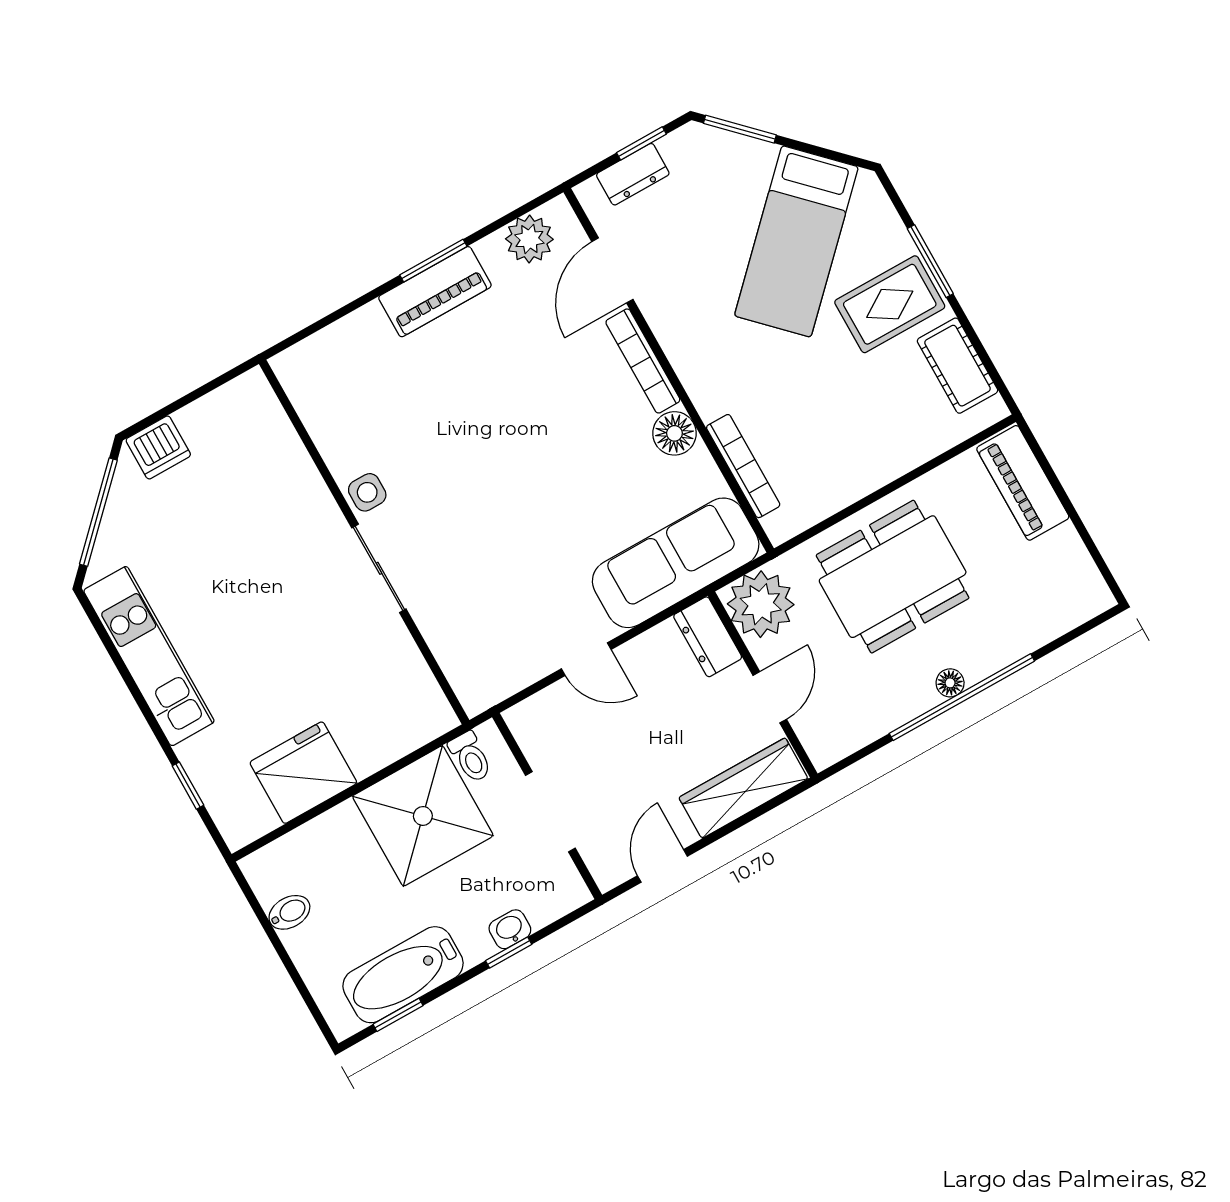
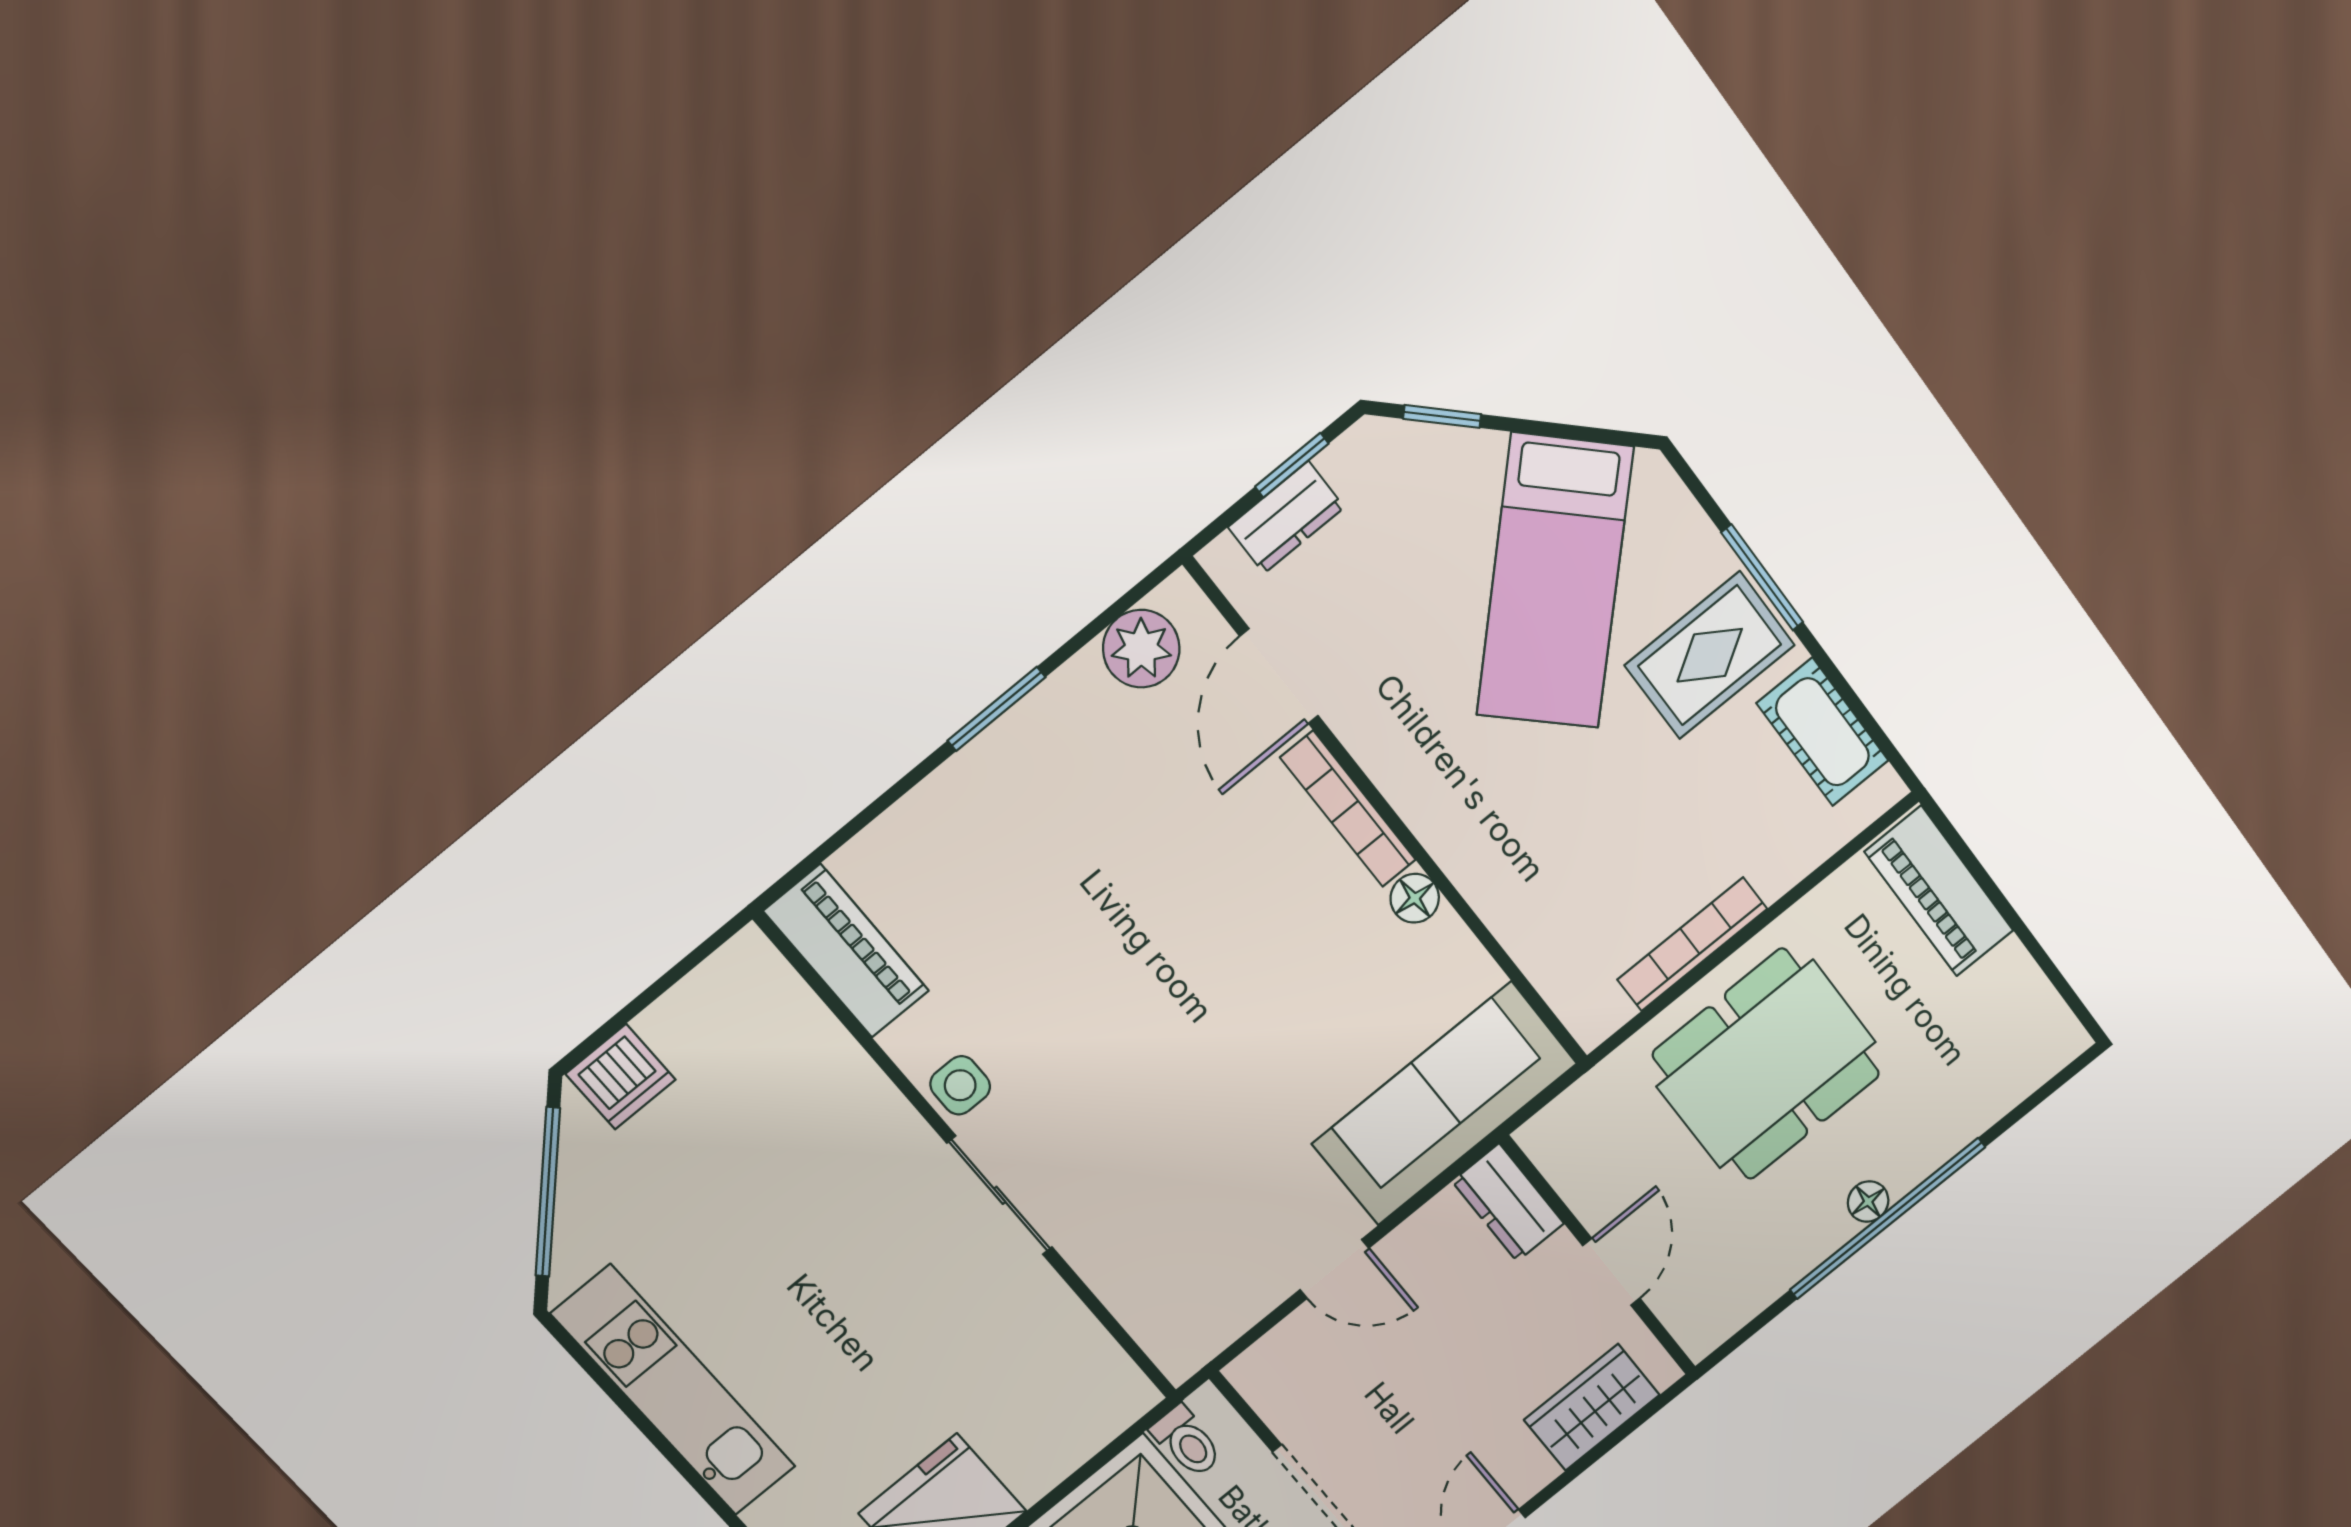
window: (740, 129) -> (1442, 416), width x0.67
piano: (435, 292) -> (846, 951), moved, turned -90
floor lamp: (674, 433) -> (1415, 898), width x0.73, depth x0.73
bookcase: (743, 466) -> (1692, 944), moved, turned -90
plant: (761, 604) -> (1579, 1141), removed
wardrobe: (744, 788) -> (1592, 1407), width x0.67

